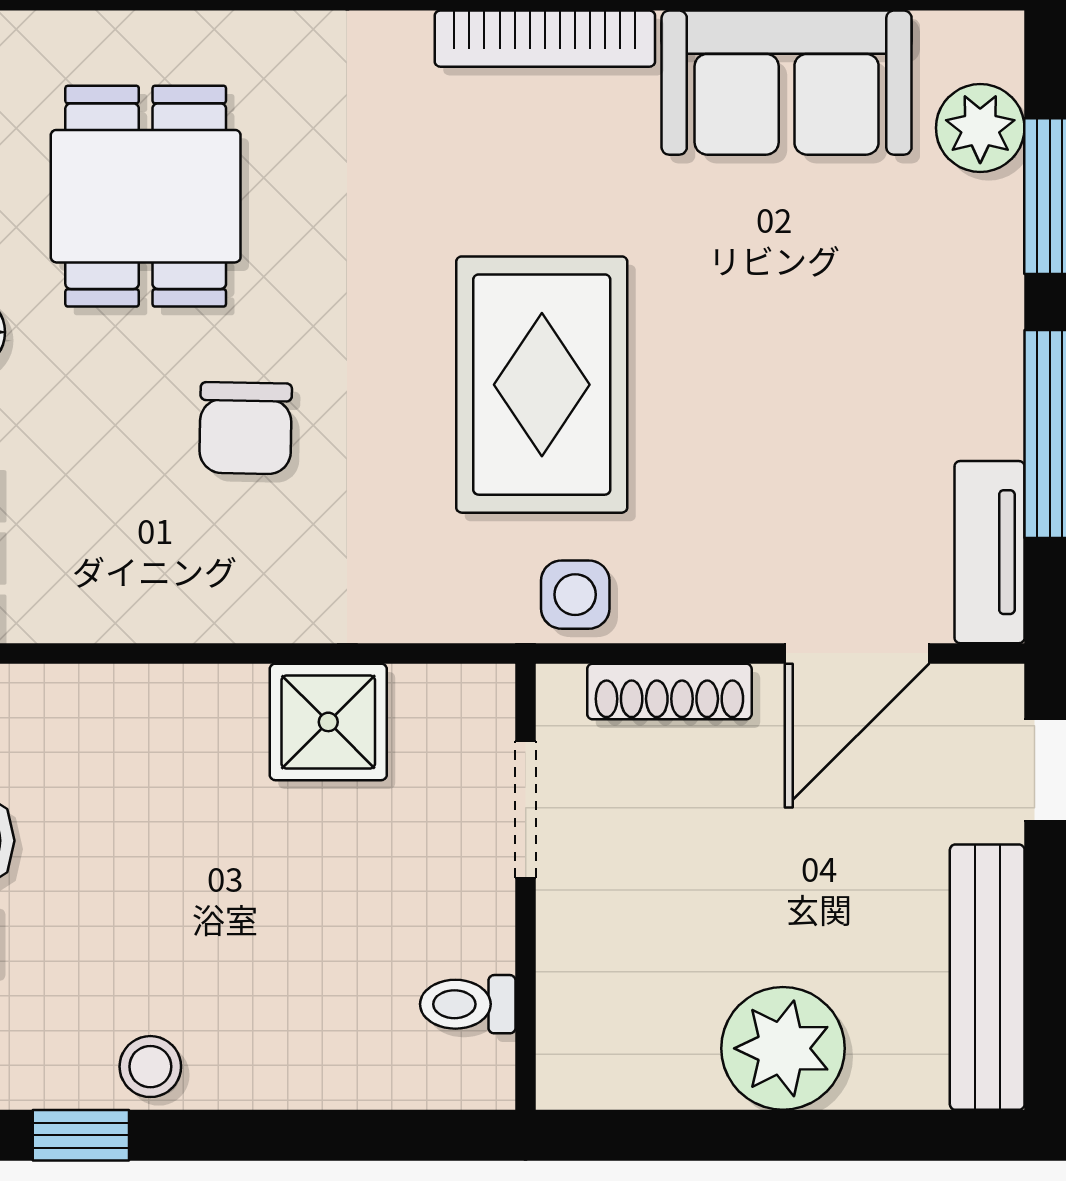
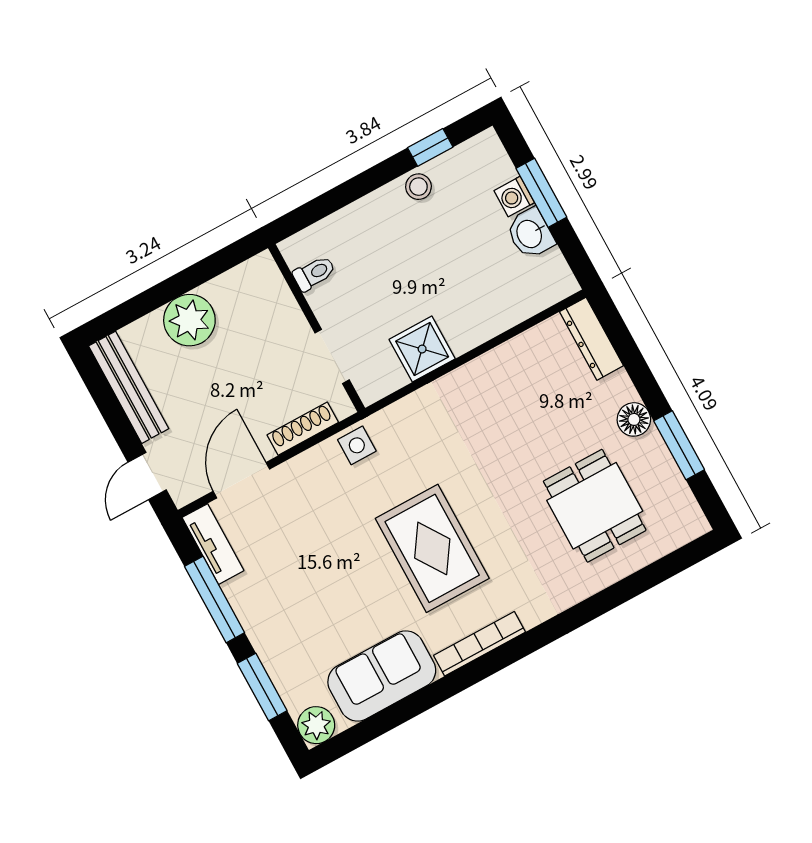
plant: (980, 128) -> (316, 725), moved
rug: (542, 385) -> (432, 548), moved
chair: (246, 428) -> (511, 440), removed

